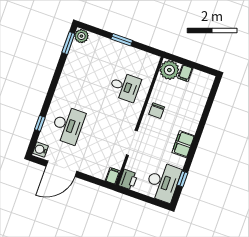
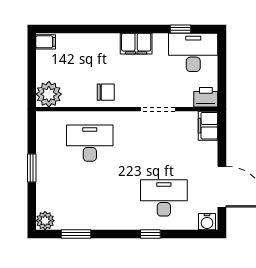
window: (68, 43) -> (76, 234), moved
filing cabinet: (185, 73) -> (46, 42), moved
desk: (125, 87) -> (90, 143), width x1.37
window: (40, 123) -> (150, 234), moved
filing cabinet: (113, 176) -> (208, 126), width x2.00

